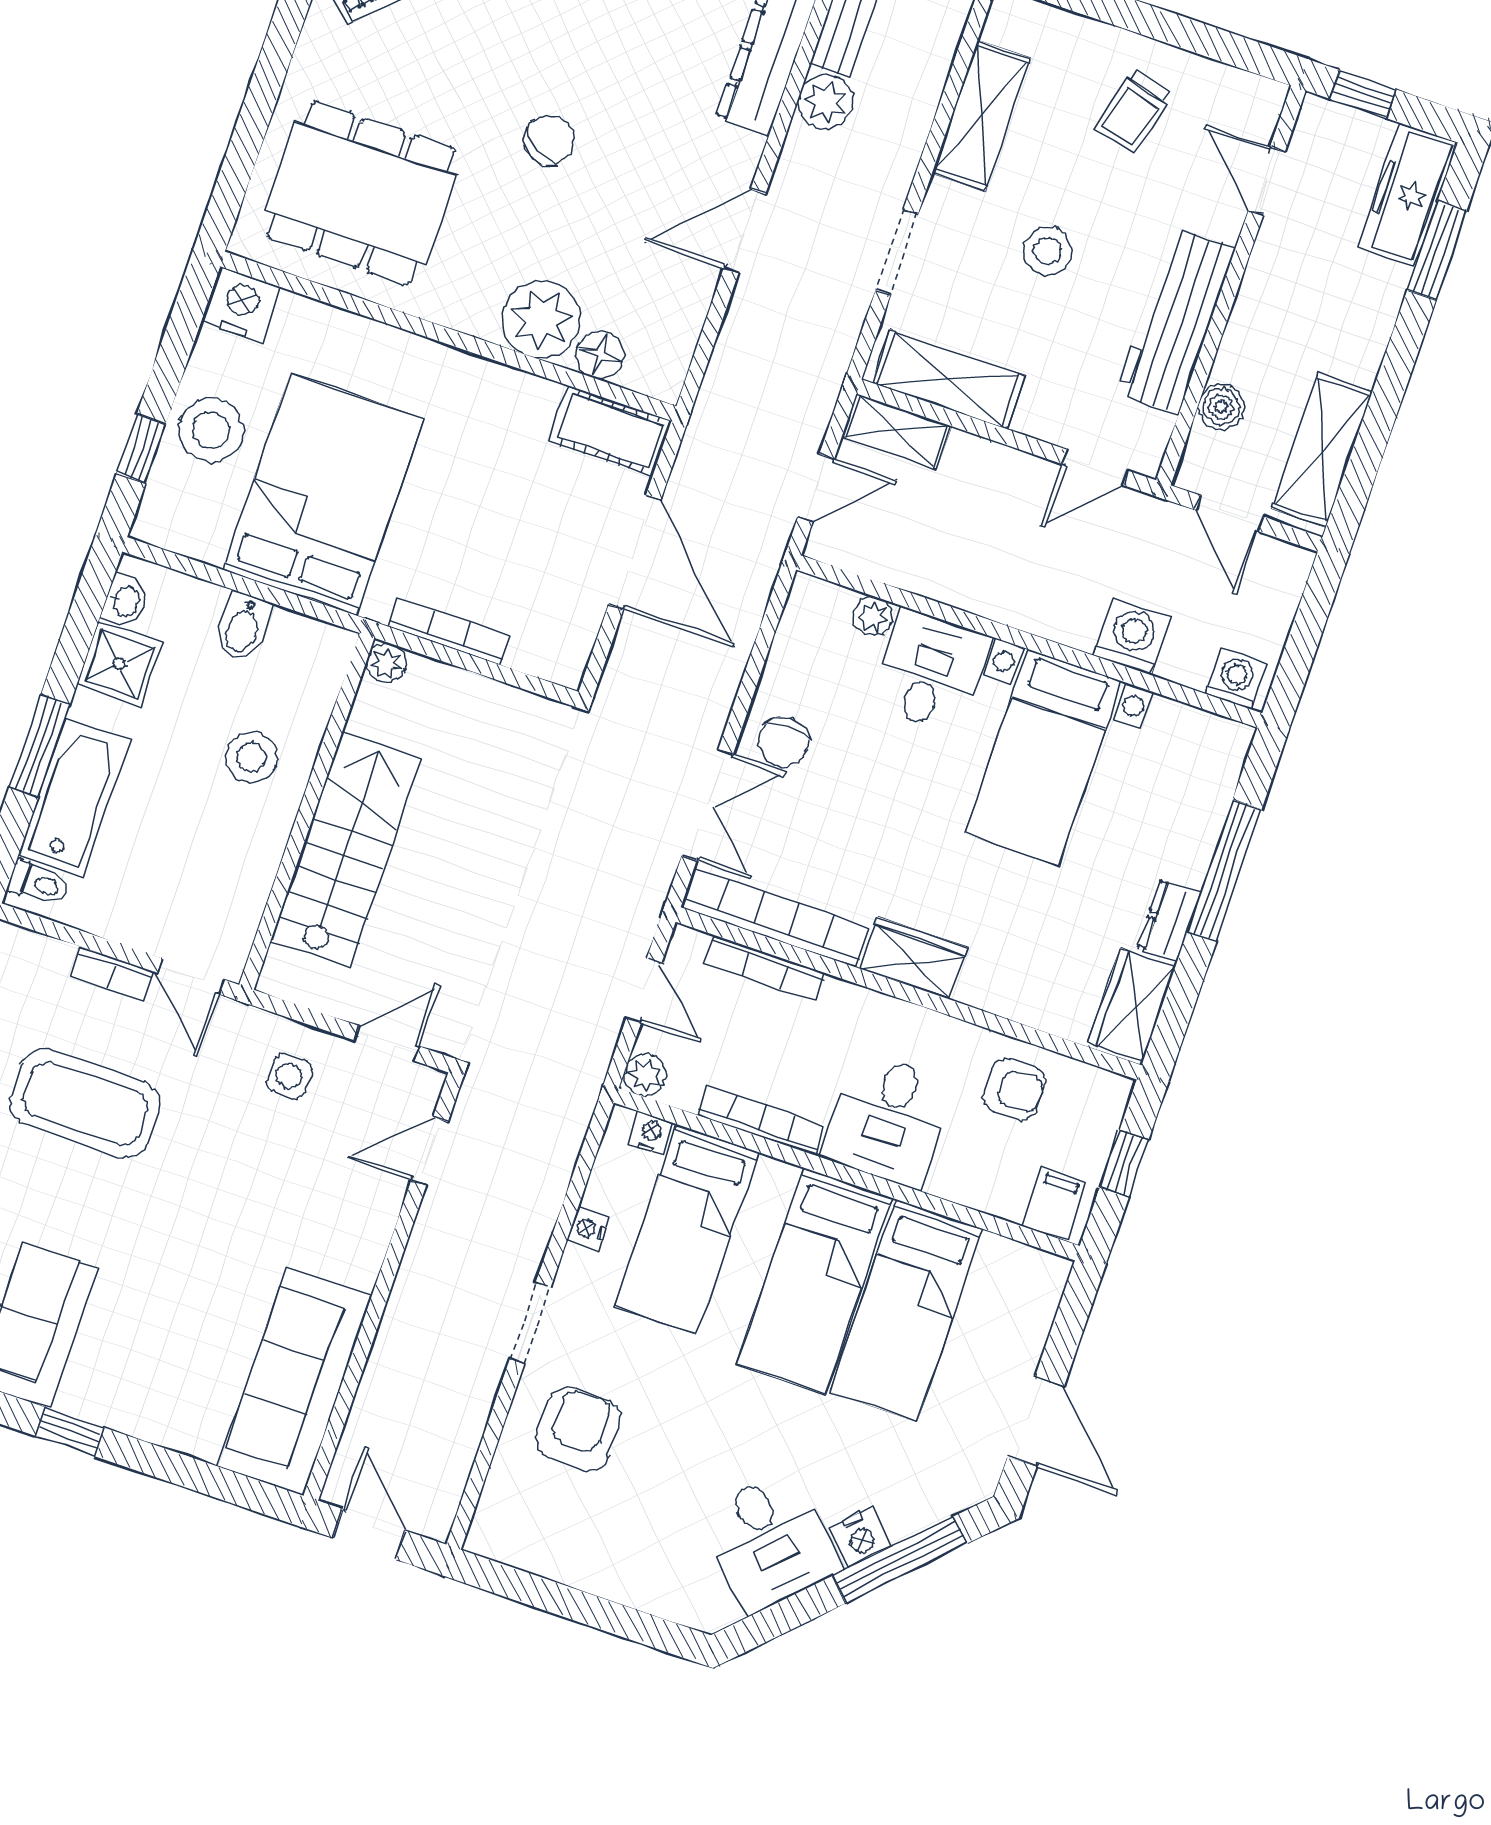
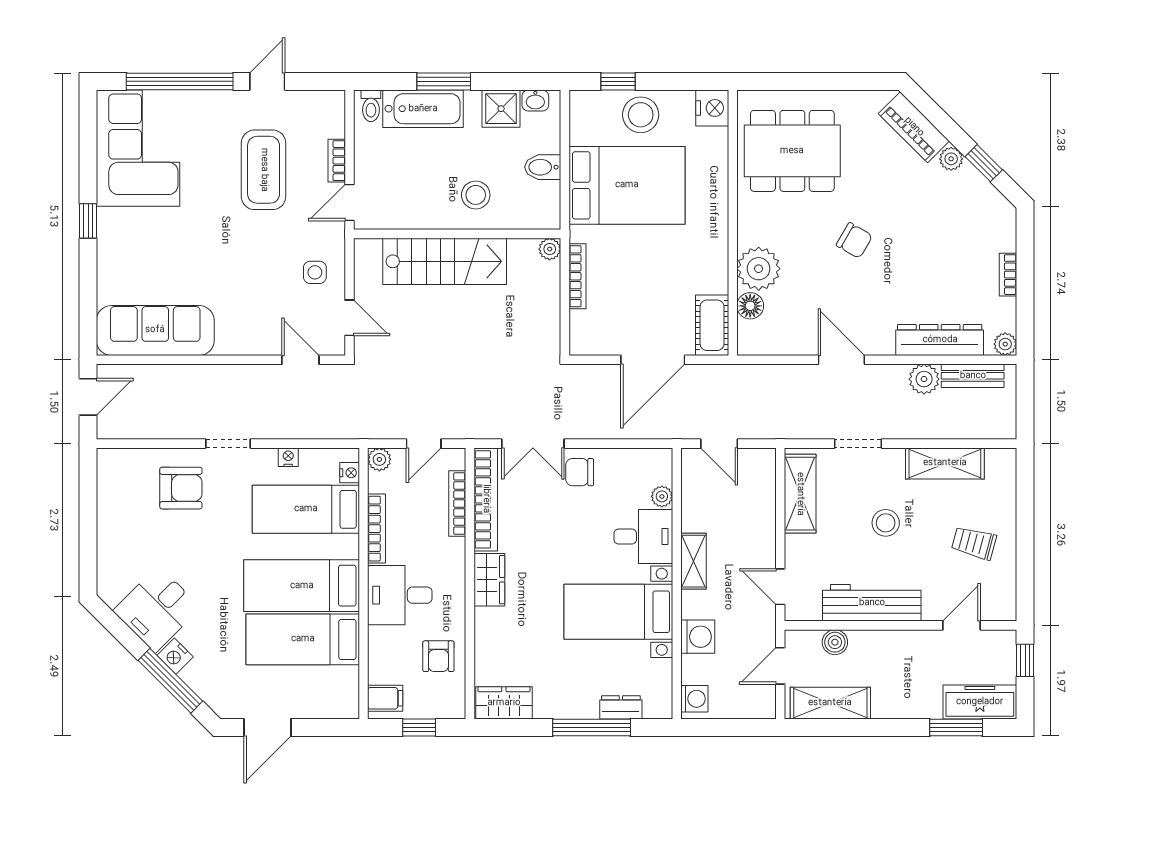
dining table: (361, 193) -> (792, 151), turned 90
shelving: (897, 431) -> (694, 561), moved
dresser: (1169, 920) -> (621, 707), moved

